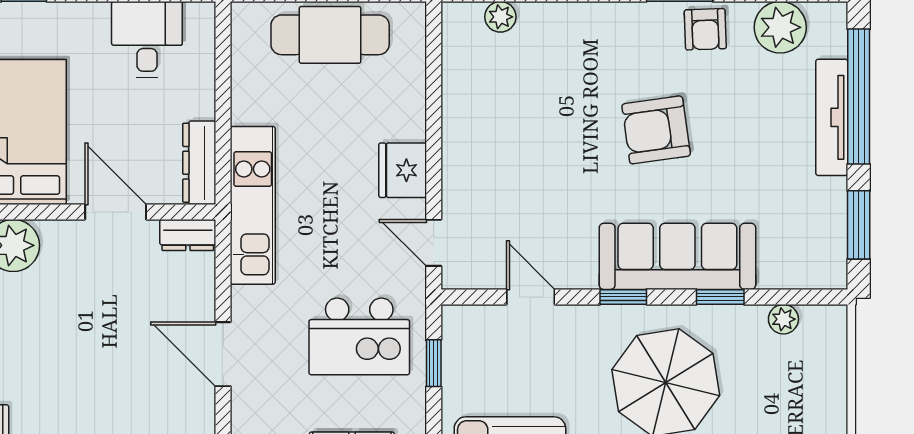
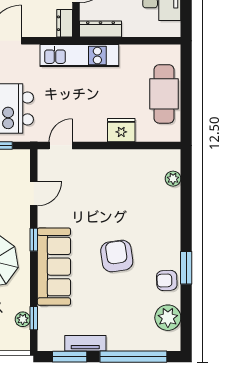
tv unit: (832, 117) -> (85, 343), moved, width x0.71
fridge: (403, 170) -> (121, 130), moved
window: (720, 297) -> (34, 318), moved

